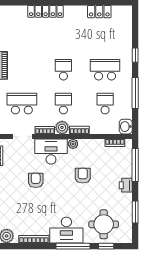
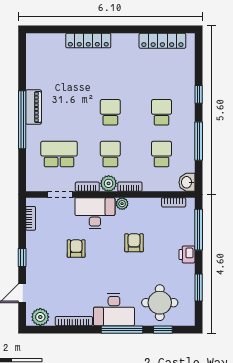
locker: (99, 12) -> (162, 41), width x1.53
school desk: (105, 70) -> (162, 112), width x0.54

